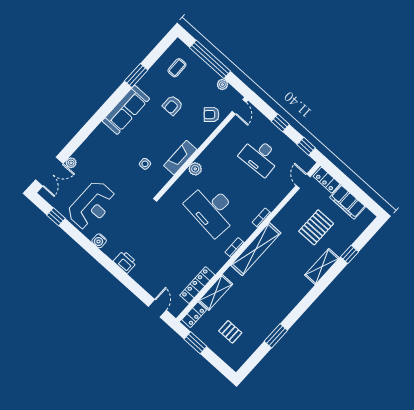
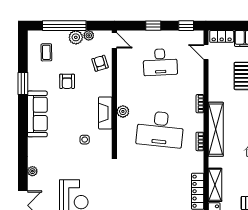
plant: (211, 77) -> (76, 37), added
armchair: (211, 115) -> (100, 63), turned 116
plant: (71, 163) -> (32, 171), moved

